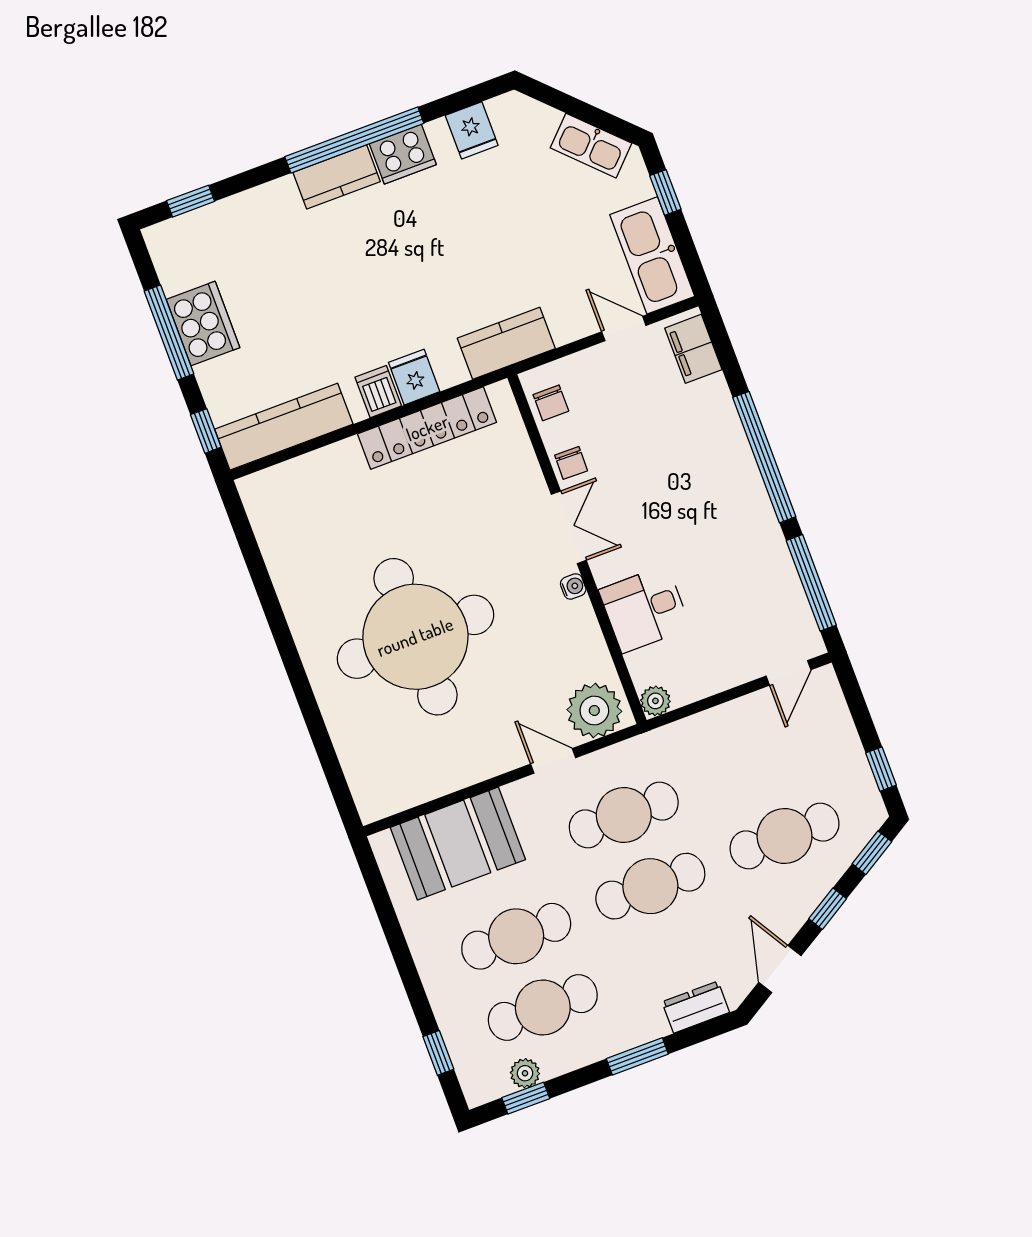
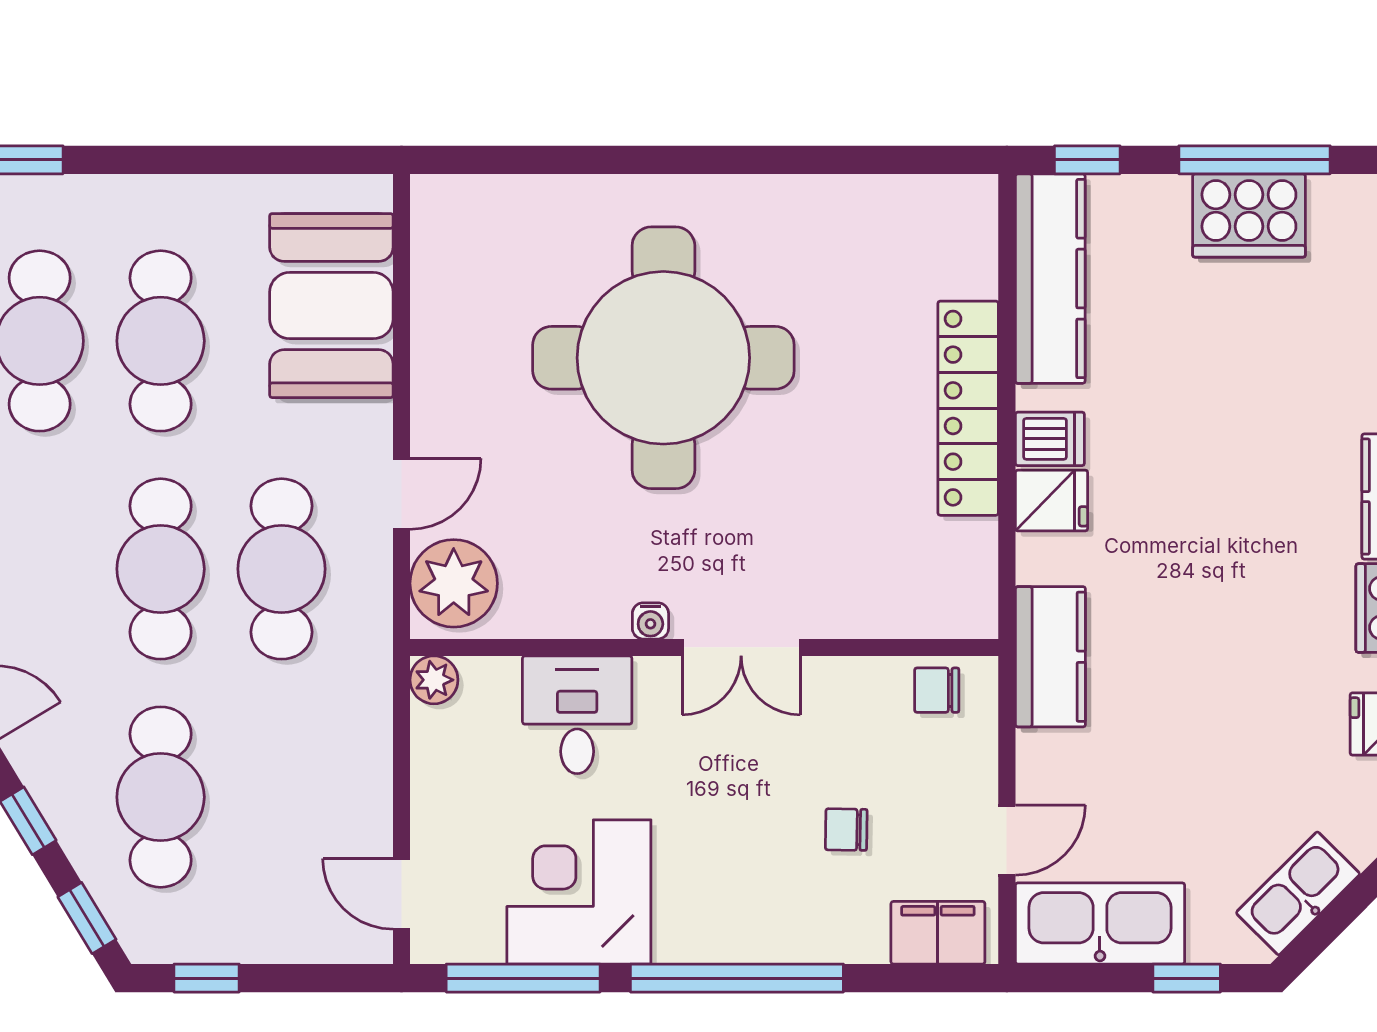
locker: (427, 428) -> (968, 408), moved
chair: (571, 463) -> (846, 830), moved
corner desk: (748, 569) -> (579, 892), added

